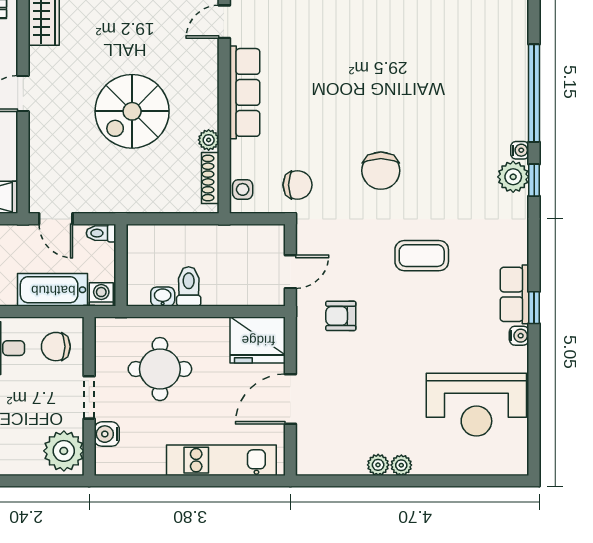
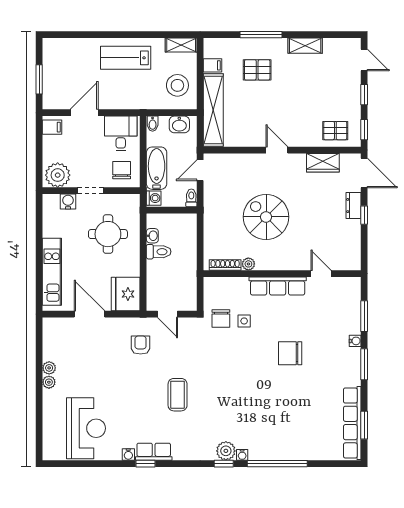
chair: (381, 171) -> (290, 353), moved
side table: (243, 189) -> (244, 321), moved
reception desk: (476, 405) -> (86, 428), turned 180

